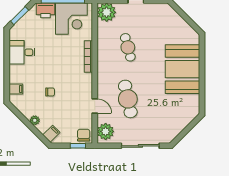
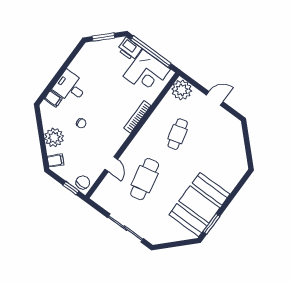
desk: (22, 52) -> (70, 87), moved
booth: (182, 69) -> (199, 204), moved
window: (202, 96) -> (211, 224), added
plant: (35, 120) -> (54, 137), width x1.87, depth x1.87
plant: (106, 131) -> (104, 193), removed

